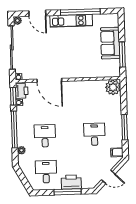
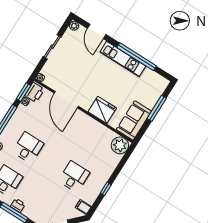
sofa: (110, 43) -> (134, 120), moved
sliding door: (12, 47) -> (52, 47), width x0.54
window: (122, 54) -> (157, 108), moved
fridge: (82, 70) -> (102, 110), added
window: (125, 127) -> (106, 189), width x0.46
printer: (71, 182) -> (18, 205), width x0.53, depth x0.68

